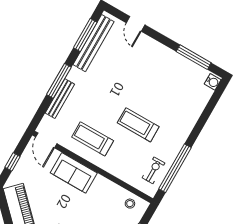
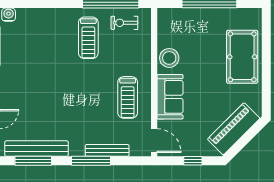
treadmill: (138, 125) -> (88, 38), moved
door: (46, 140) -> (154, 141), hinge flipped
stool: (130, 204) -> (169, 58), moved, width x1.89, depth x1.89

